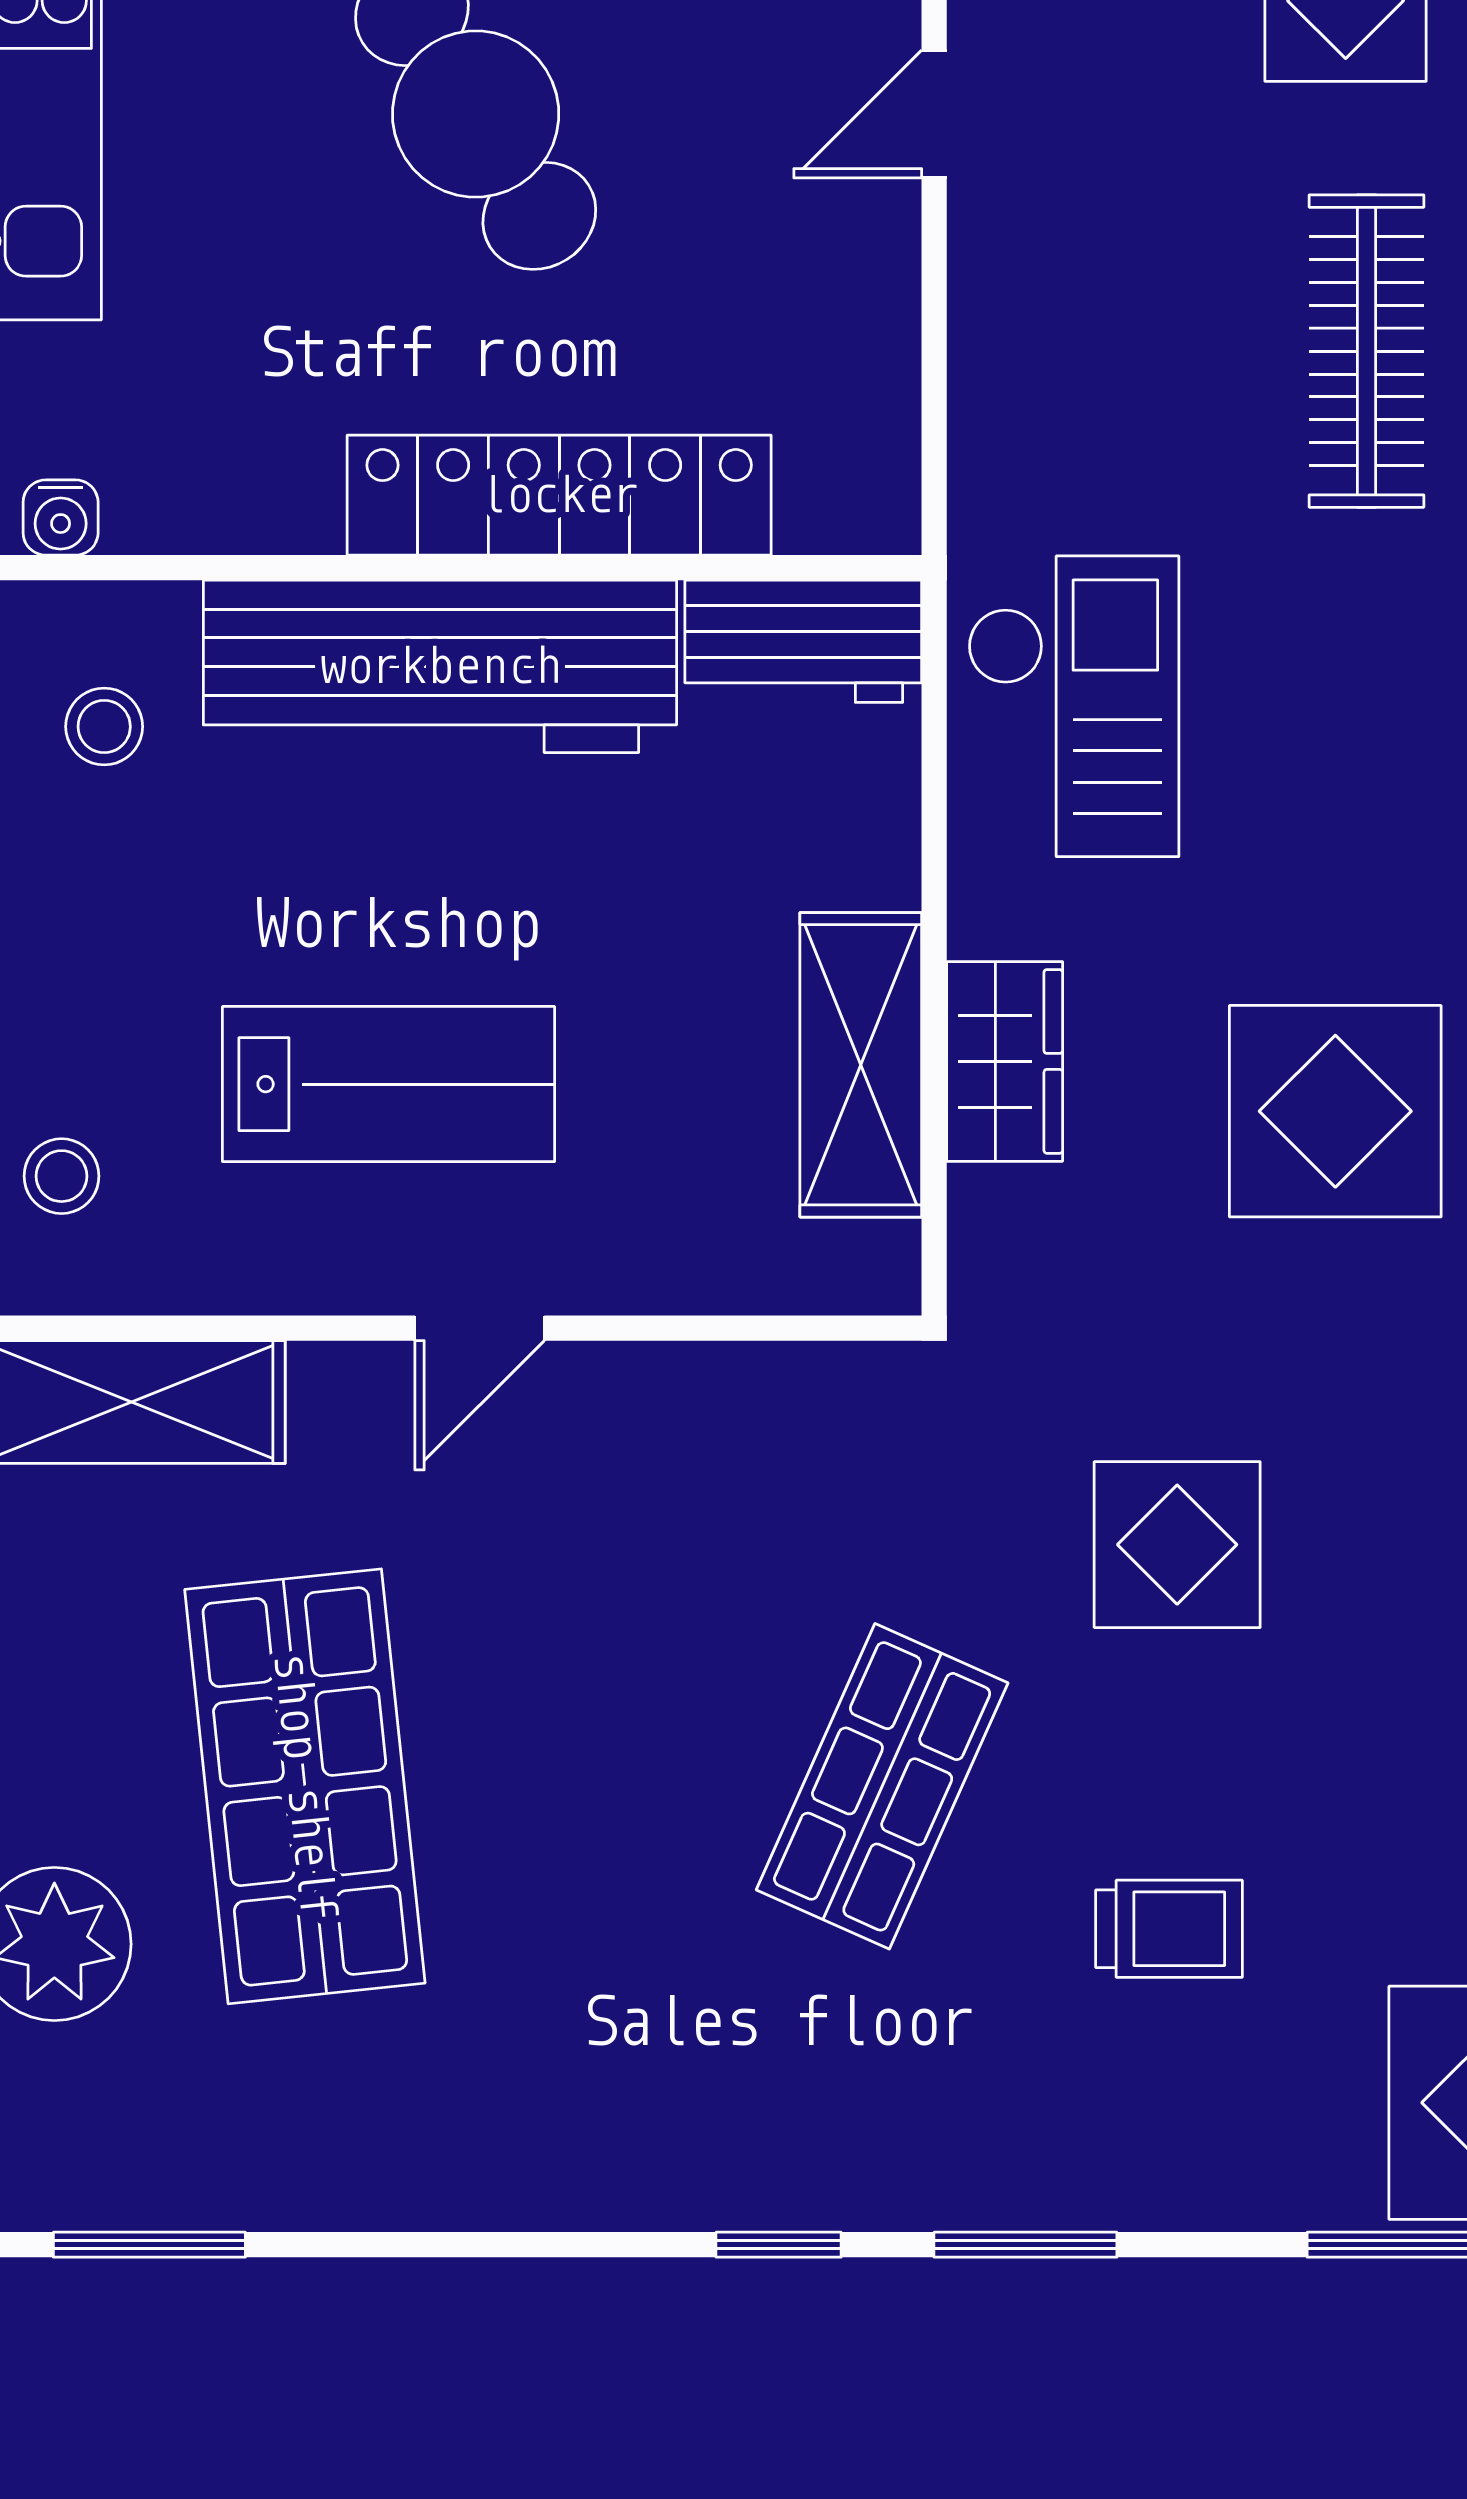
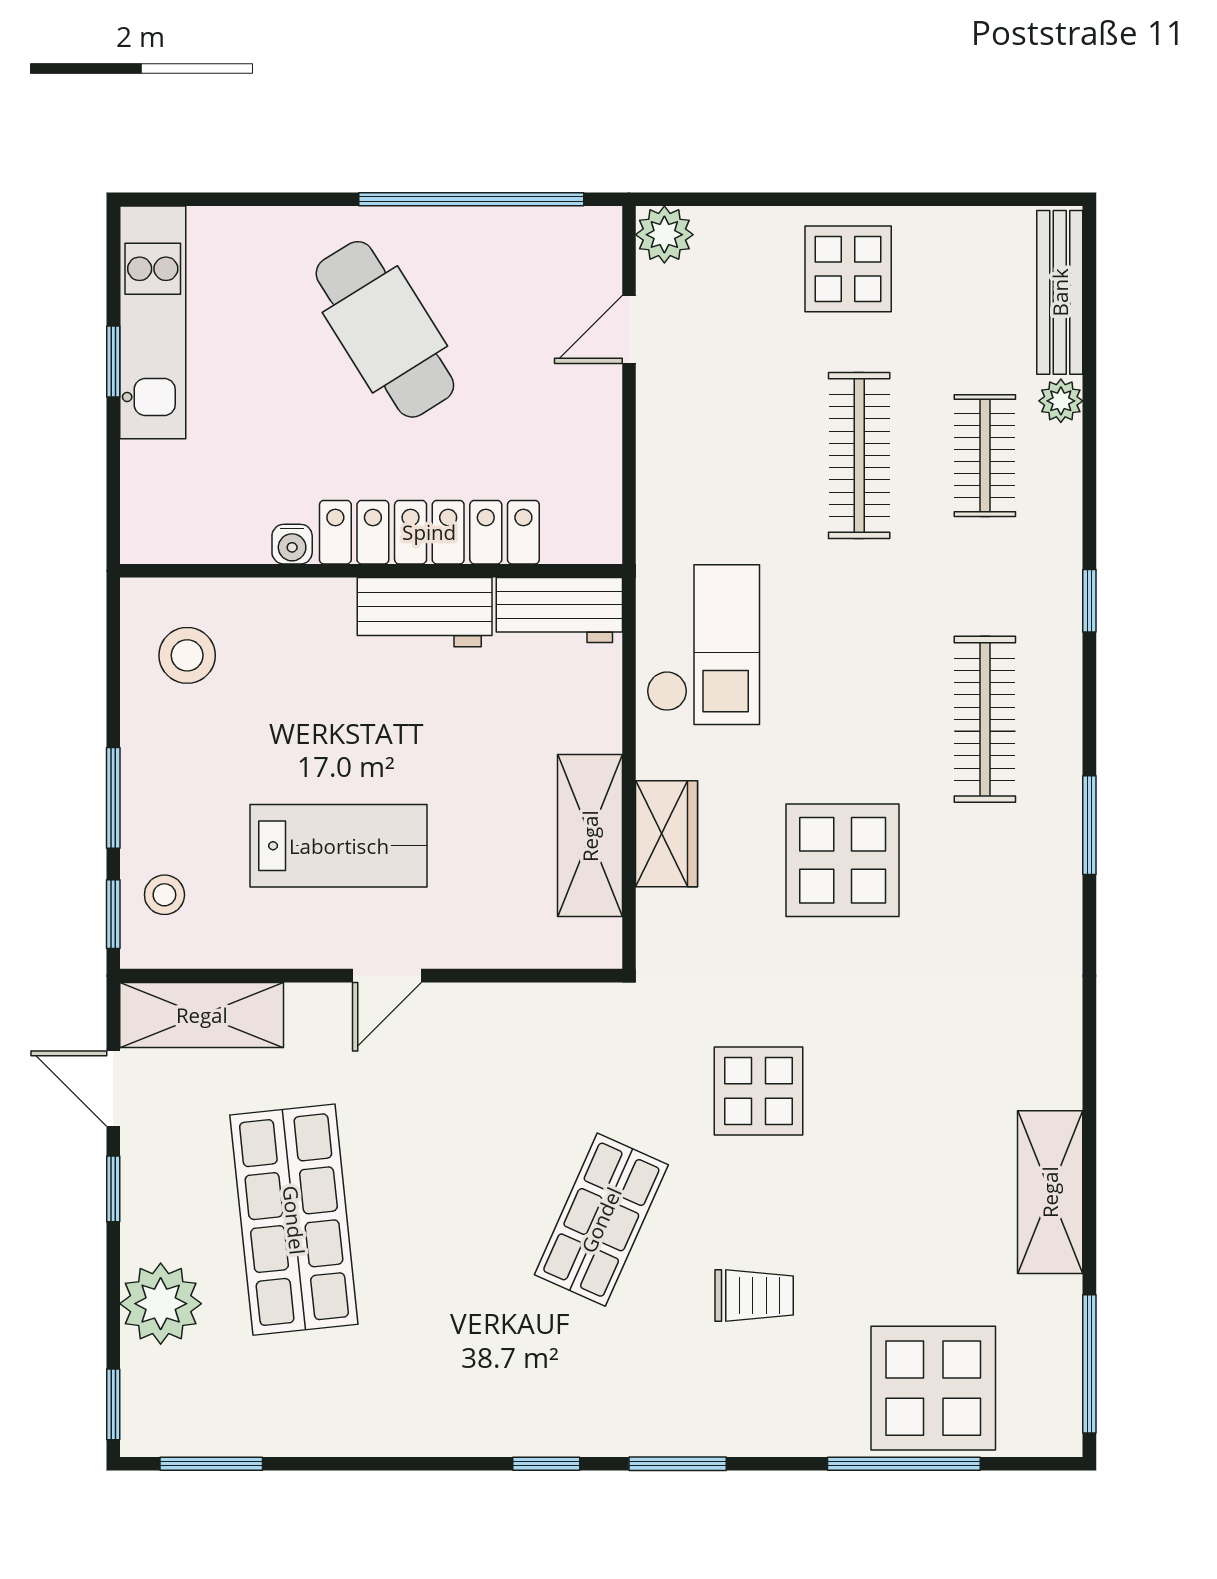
water cooler: (61, 518) -> (292, 544), moved
workbench: (440, 666) -> (425, 612), width x0.53, depth x0.76
stool: (104, 727) -> (187, 655), width x1.37, depth x1.37

